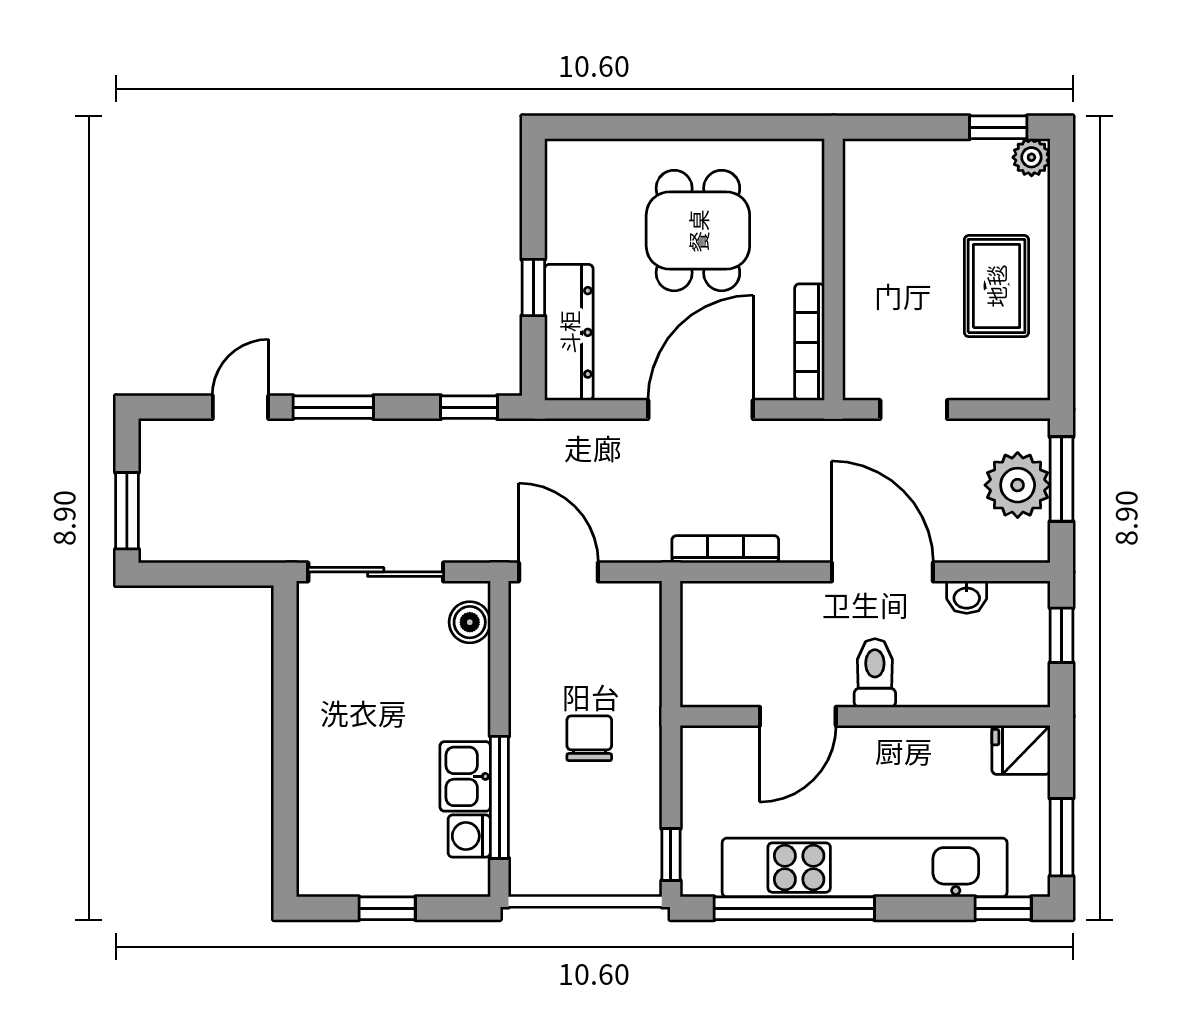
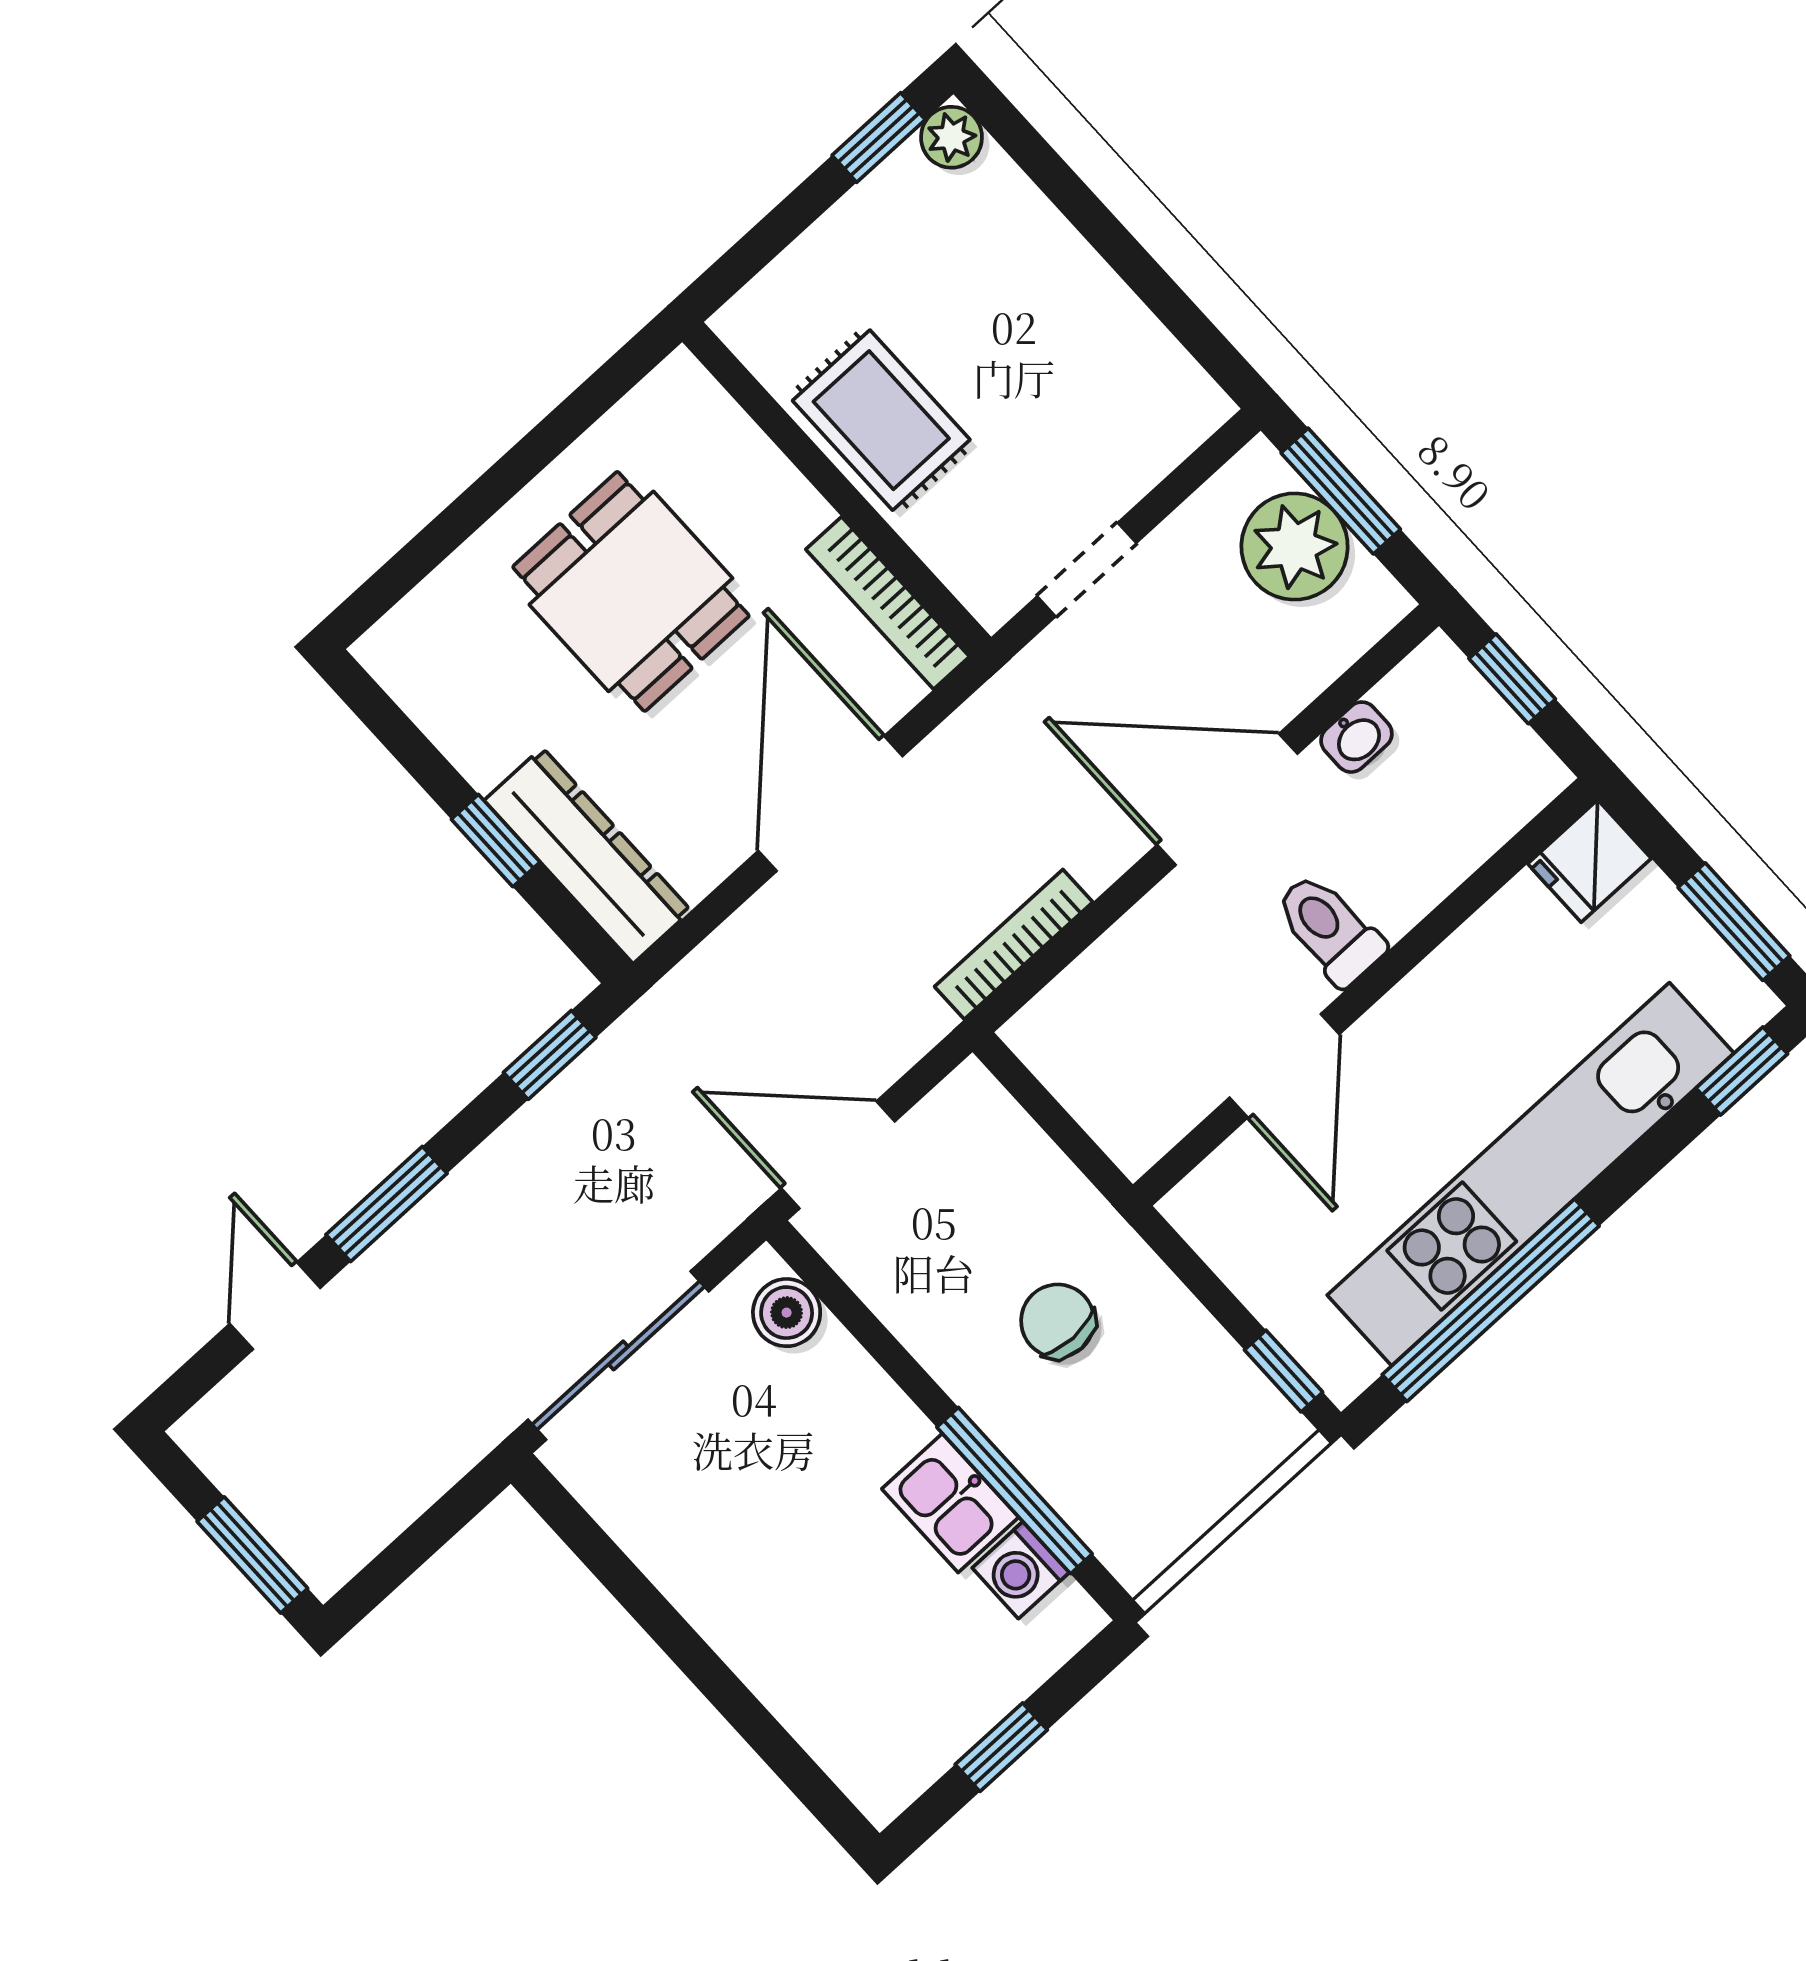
rug: (996, 286) -> (881, 420), moved

